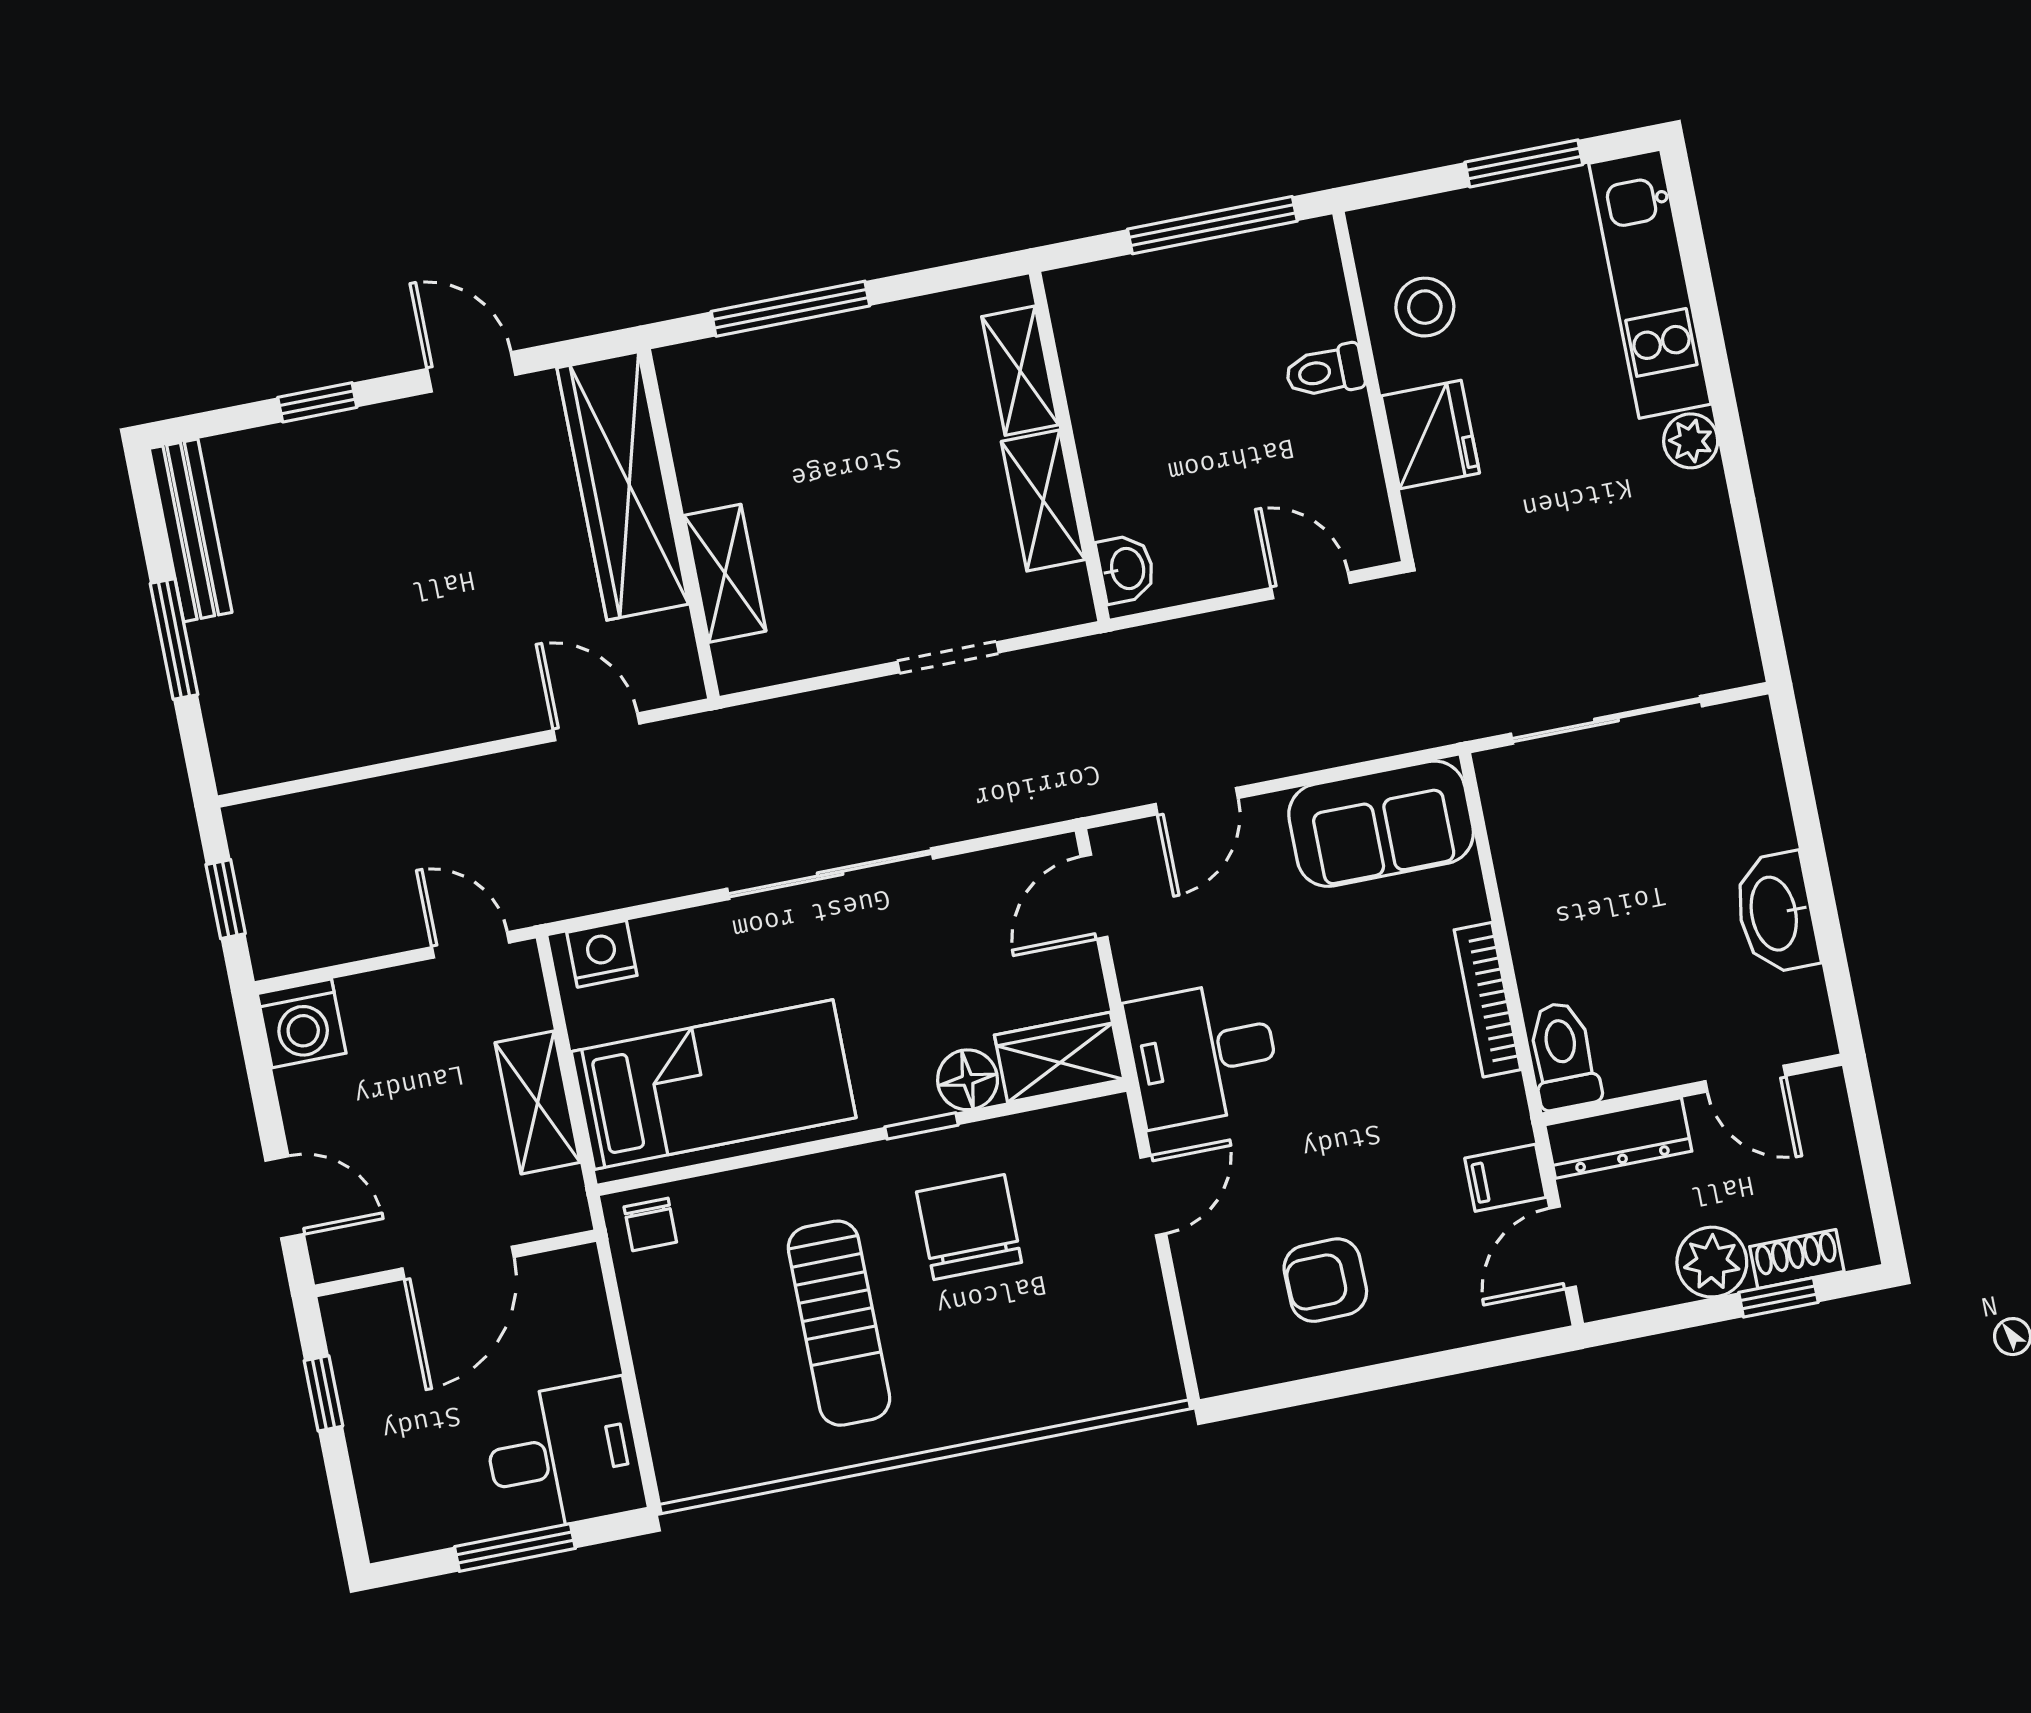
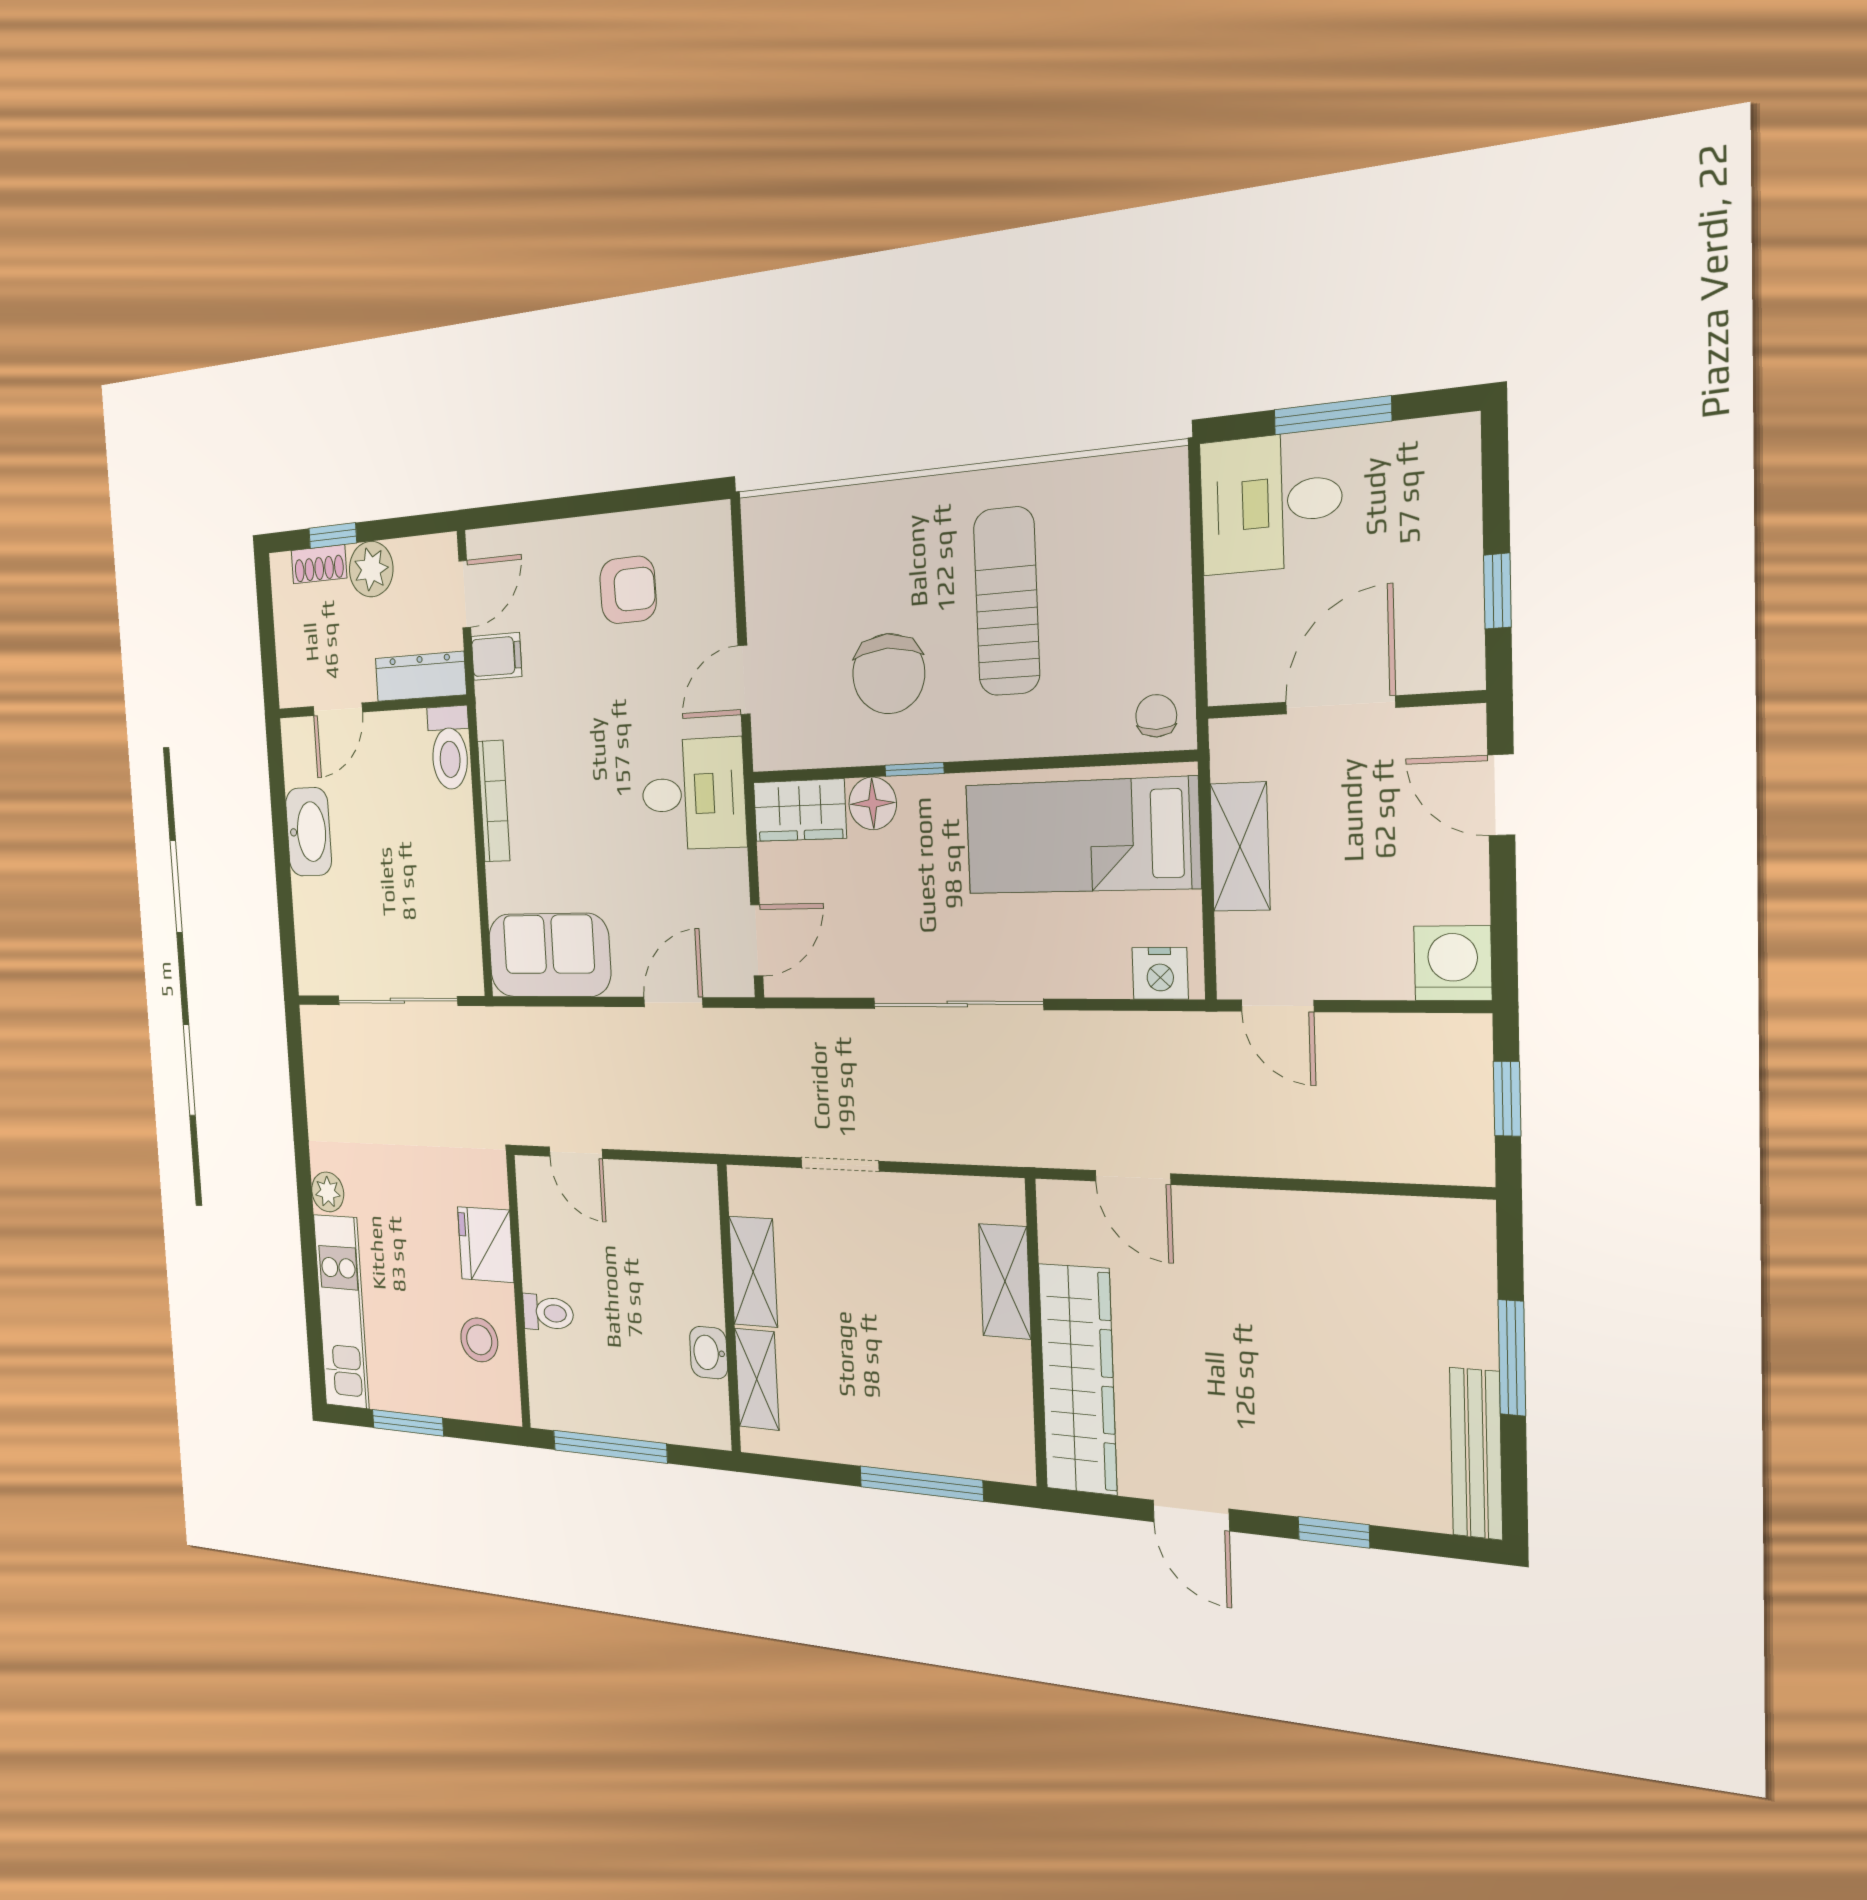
washbasin: (1126, 569) -> (709, 1353), moved
door: (1746, 1079) -> (338, 709), swing flipped

